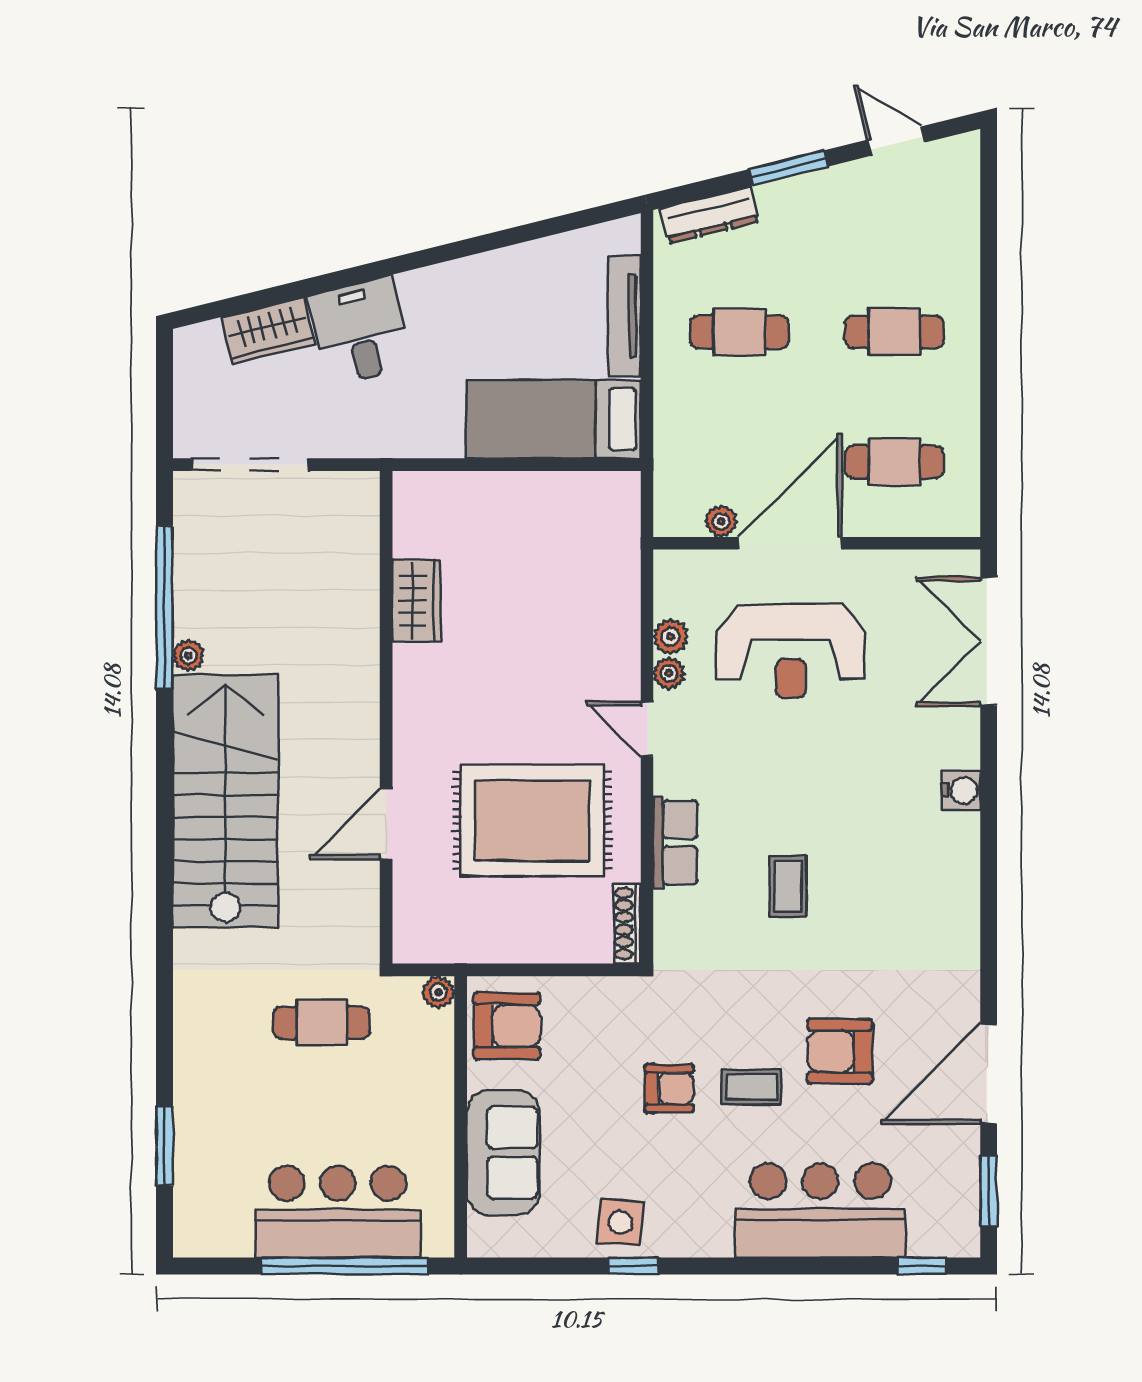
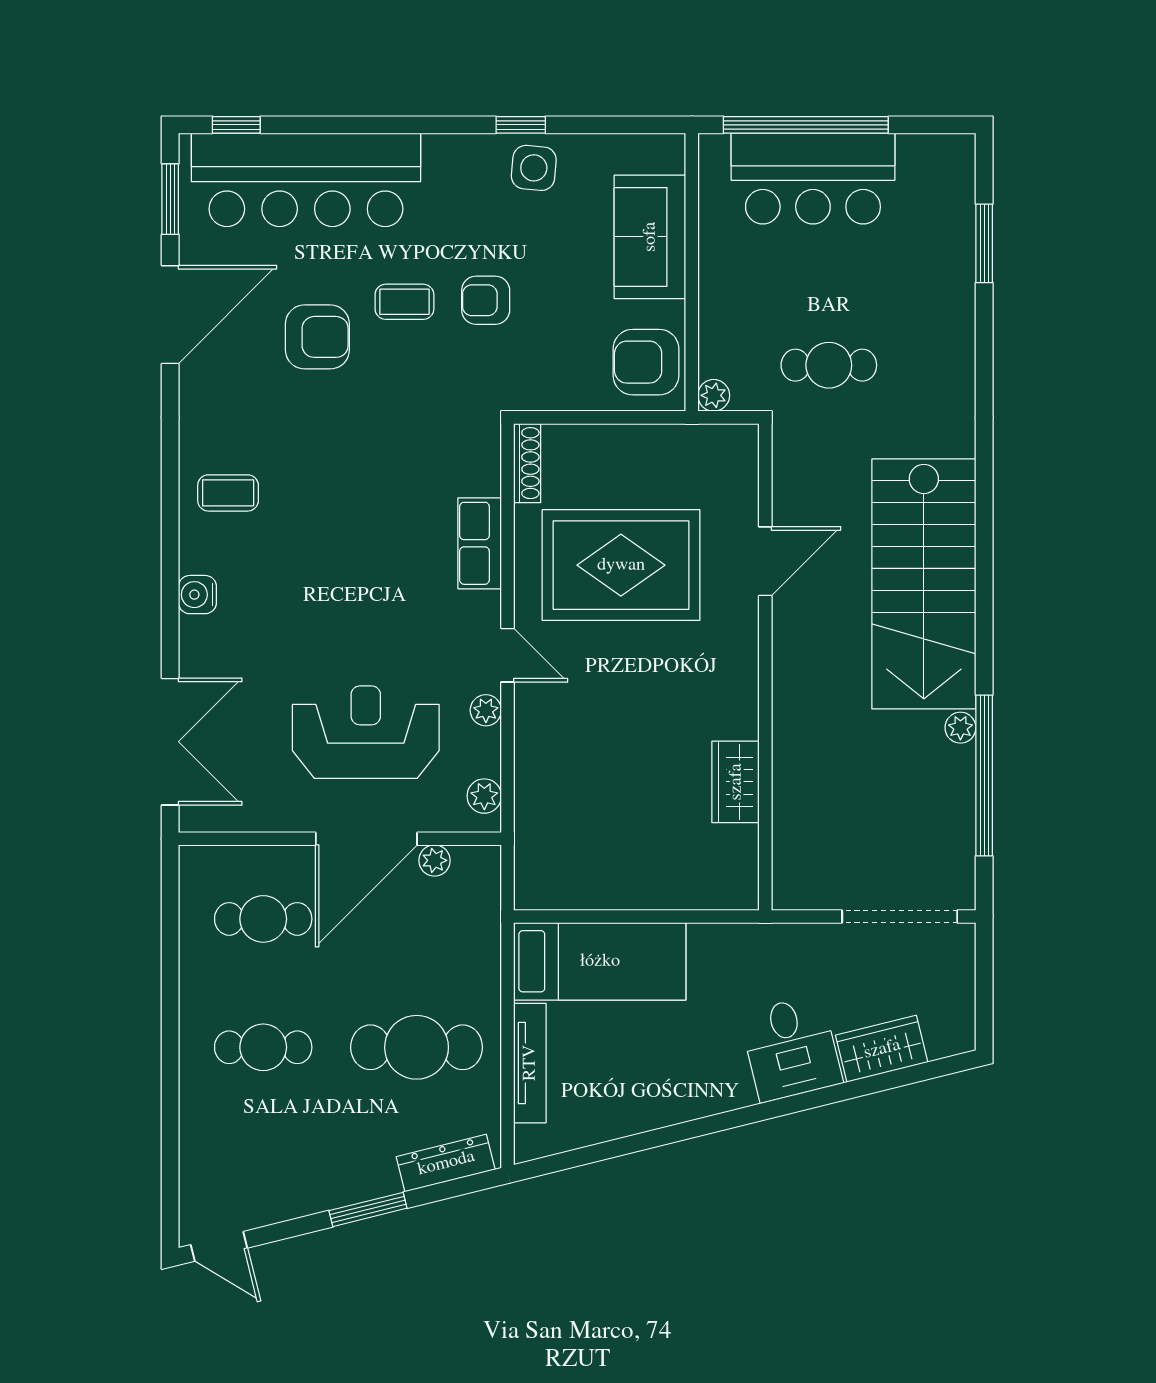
door: (896, 141) -> (219, 1246), moved
cafe table: (739, 332) -> (417, 1047), width x1.37, depth x1.35
plant: (671, 637) -> (484, 796), moved
coffee table: (788, 886) -> (228, 493), moved, turned 90
bar counter: (820, 1210) -> (306, 180), width x1.36

